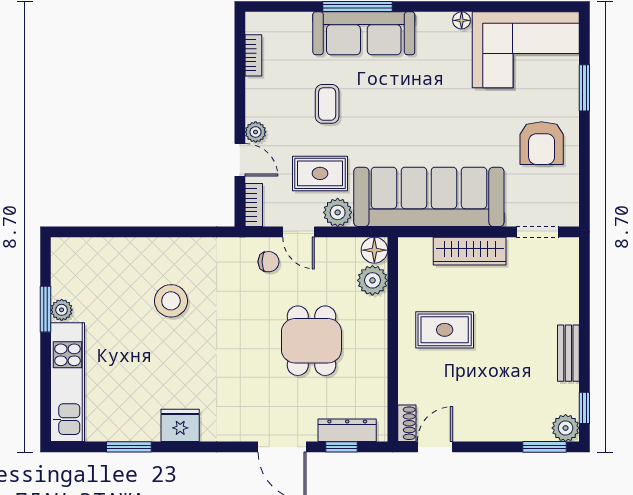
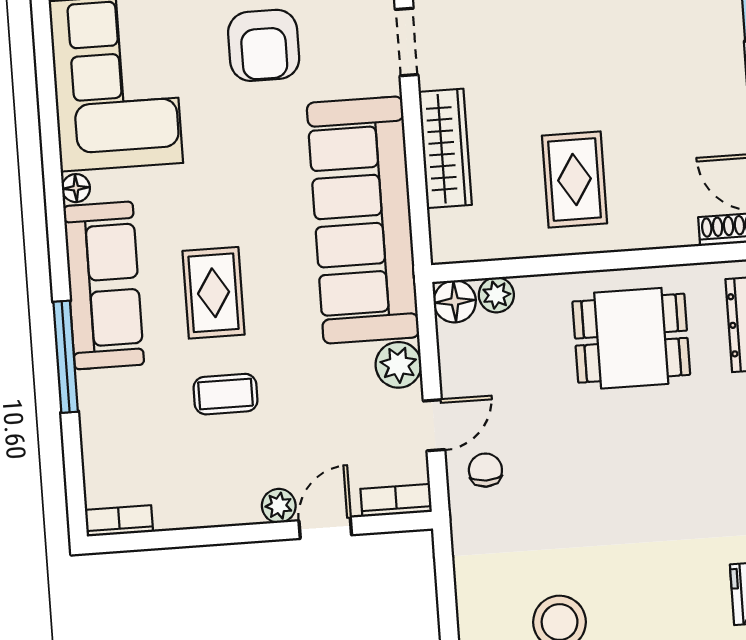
sofa: (364, 33) -> (104, 285), moved
bookcase: (253, 55) -> (119, 521), moved
armchair: (542, 143) -> (264, 45), turned 90
rug: (320, 173) -> (214, 293), moved
plant: (372, 280) -> (496, 295), width x0.73, depth x0.73
dining table: (311, 341) -> (631, 338), moved

